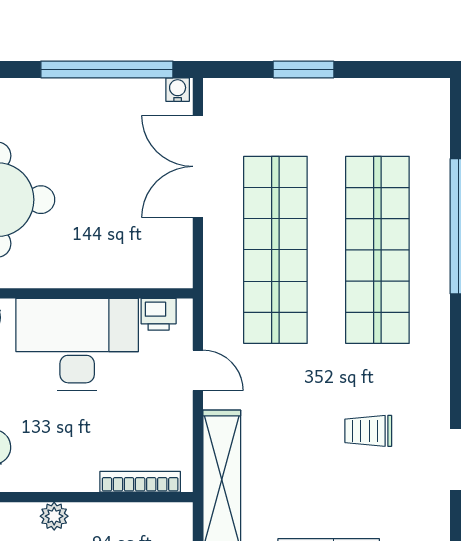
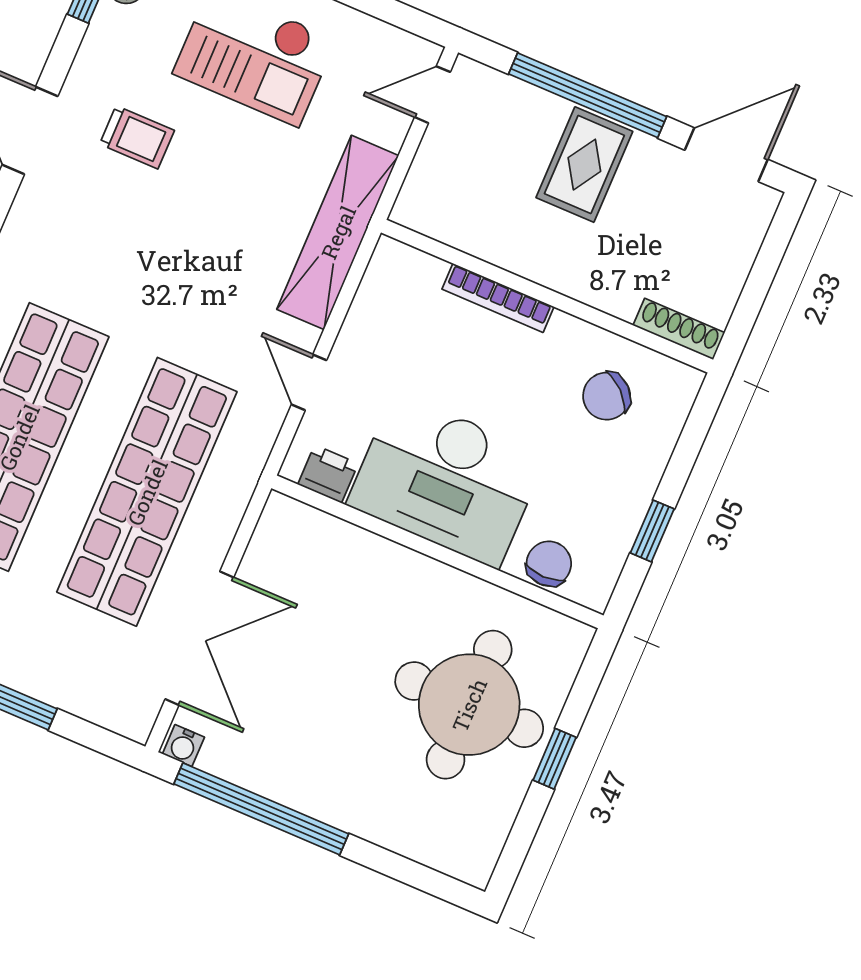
trolley: (368, 431) -> (137, 137), moved
bookcase: (140, 482) -> (498, 298), moved
plant: (54, 516) -> (568, 277), removed

